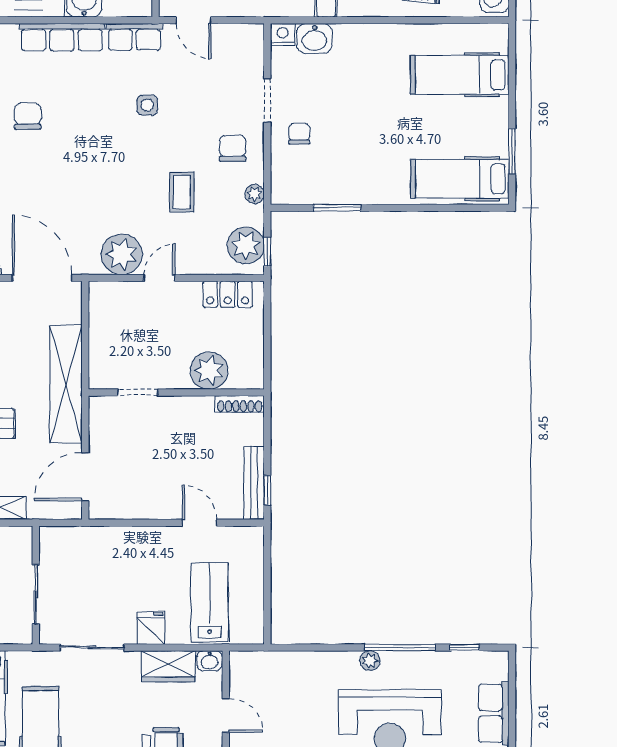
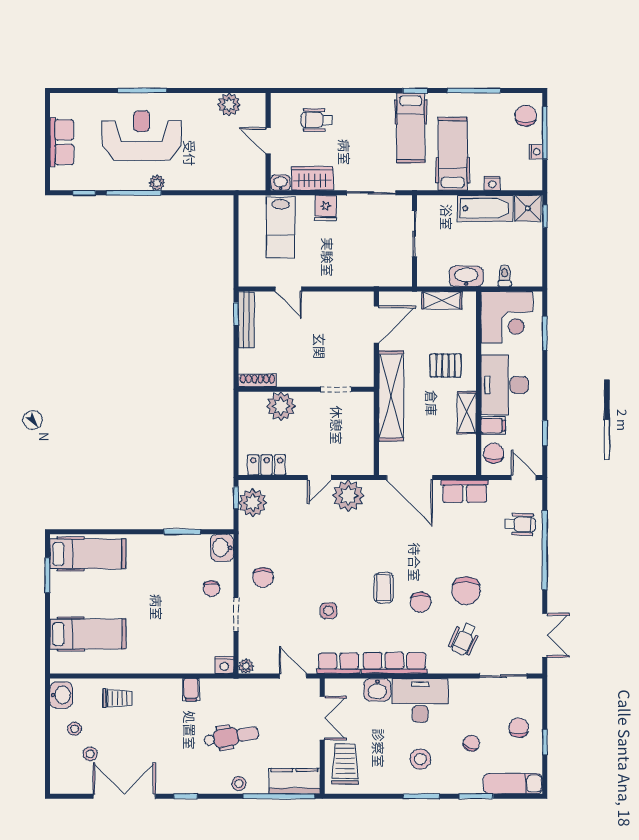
washbasin: (315, 38) -> (222, 548), moved, turned -90
coffee table: (182, 192) -> (384, 588), moved
plant: (255, 194) -> (246, 666), moved

